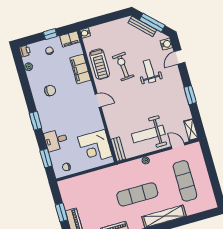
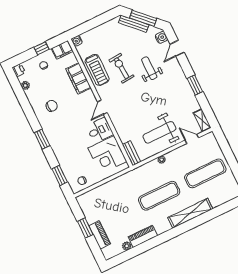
door: (98, 100) -> (102, 107), swing flipped
desk: (56, 140) -> (100, 130), moved, turned 180
exercise mat: (185, 181) -> (205, 173), turned 90

